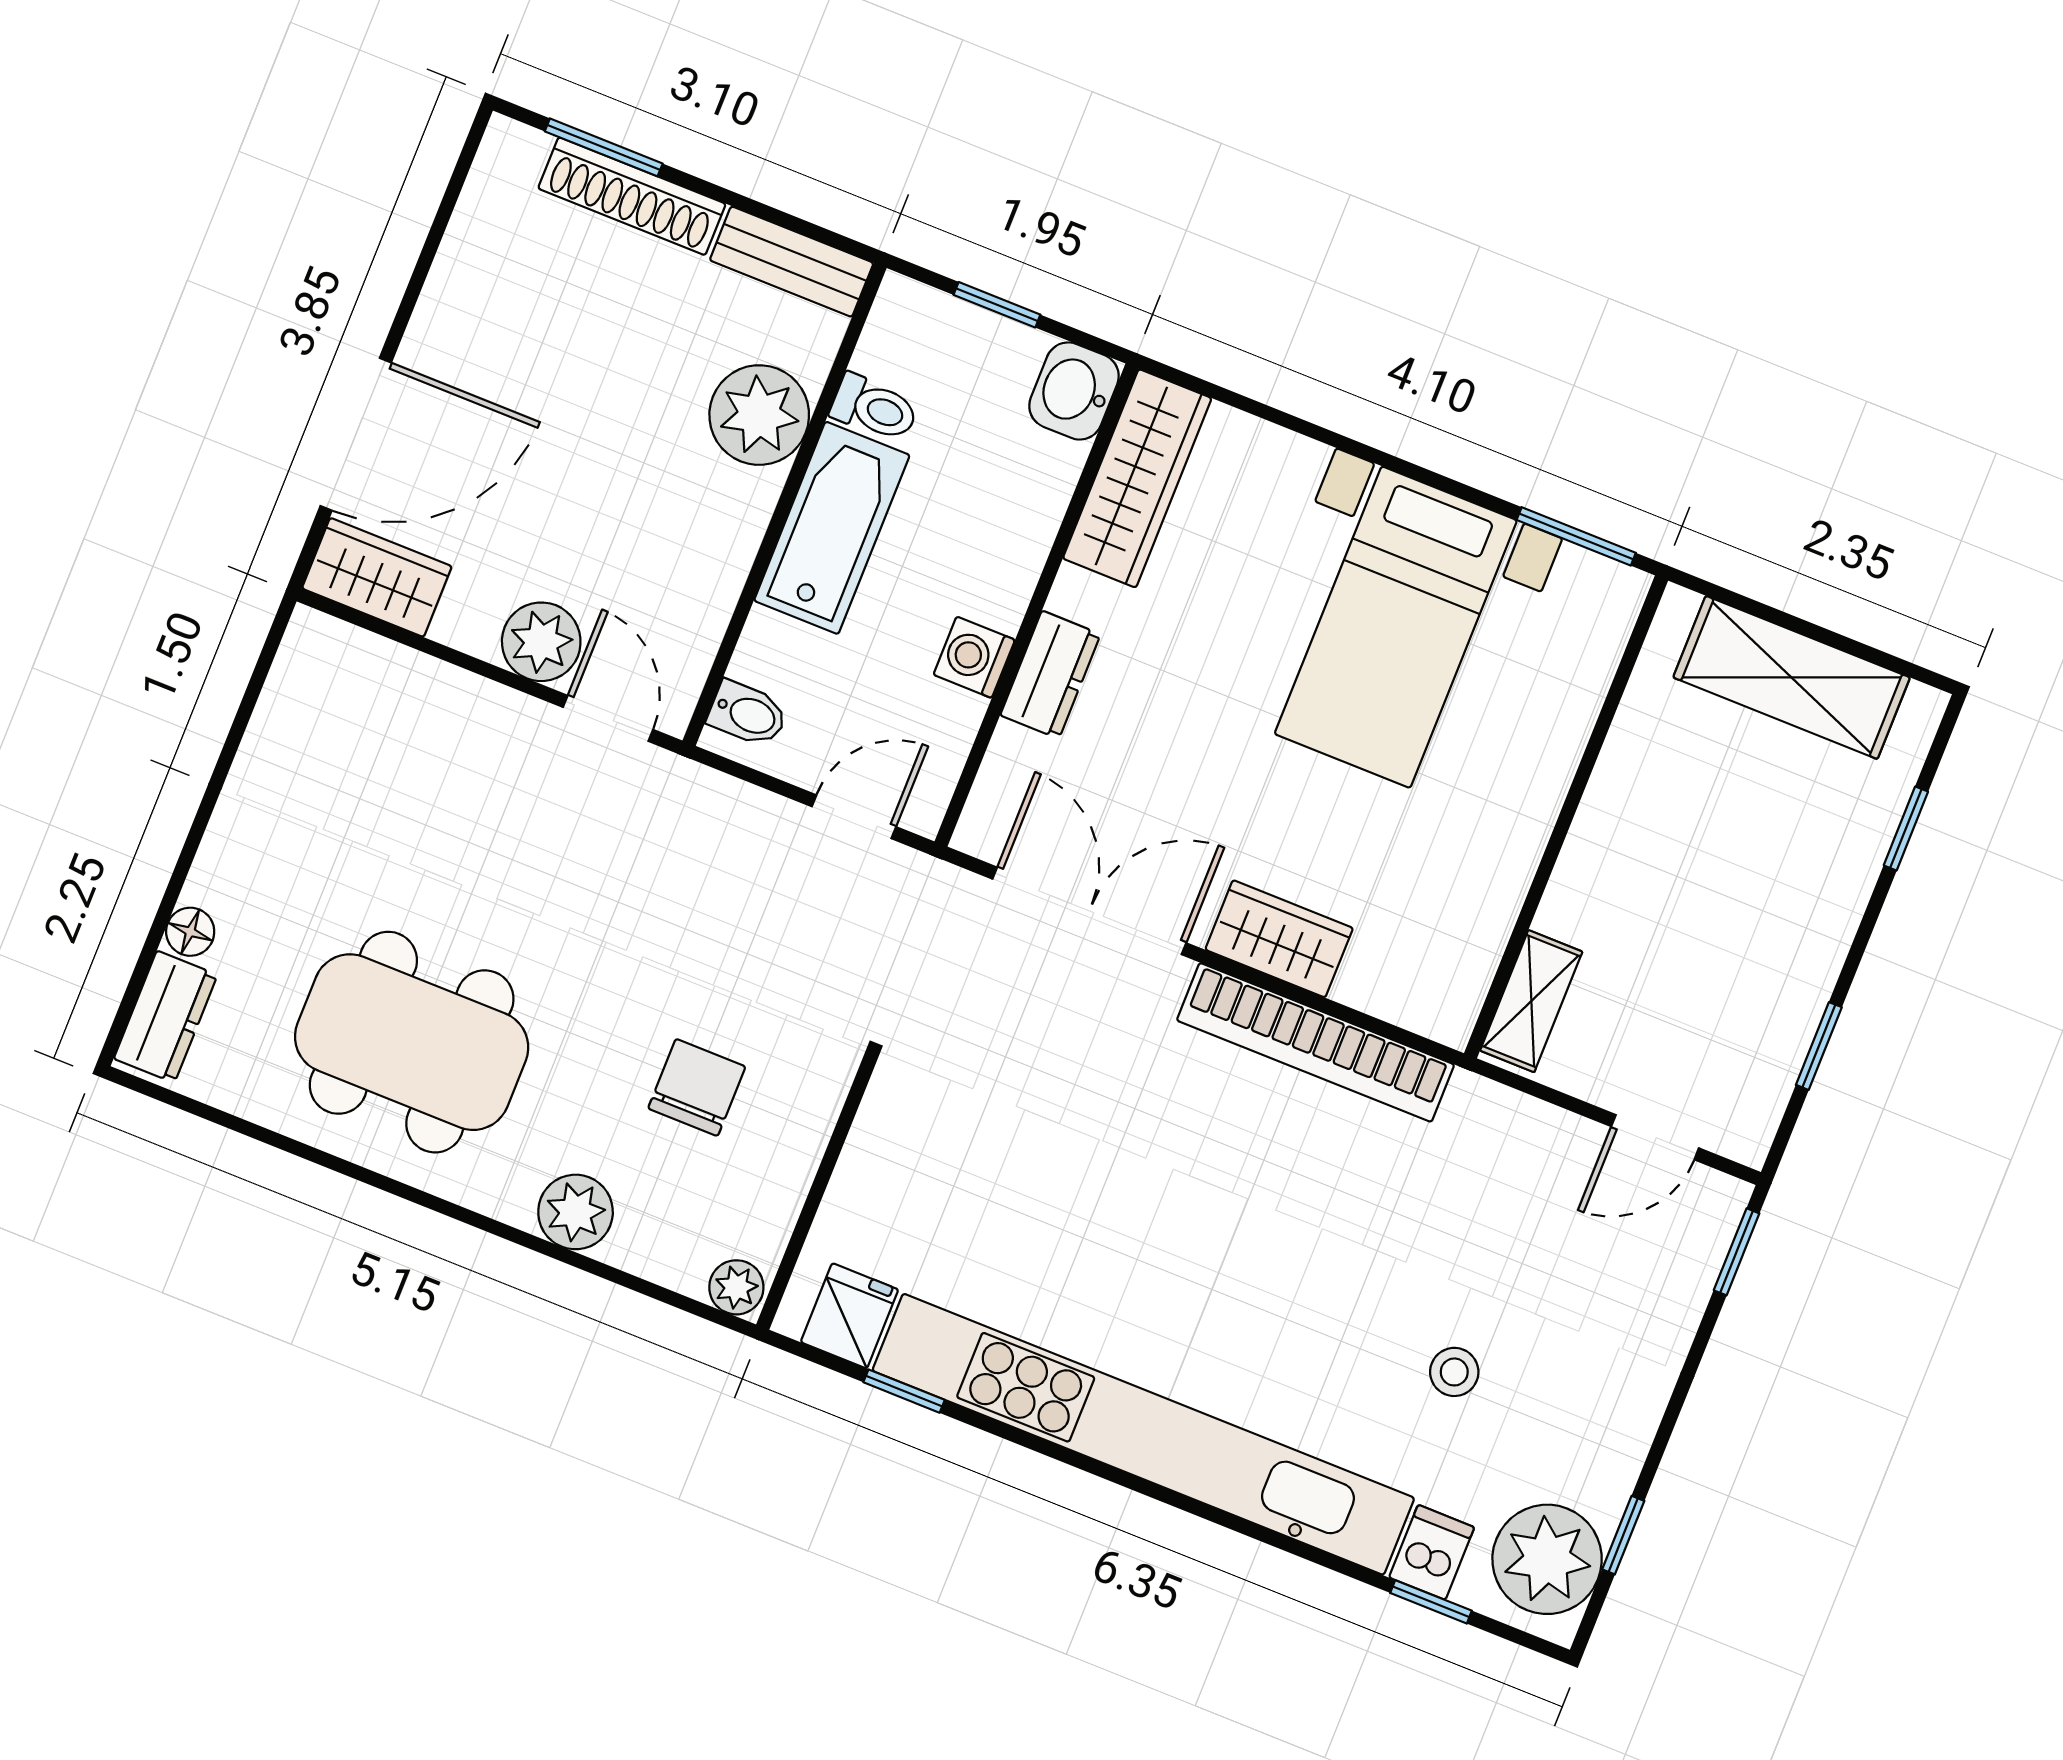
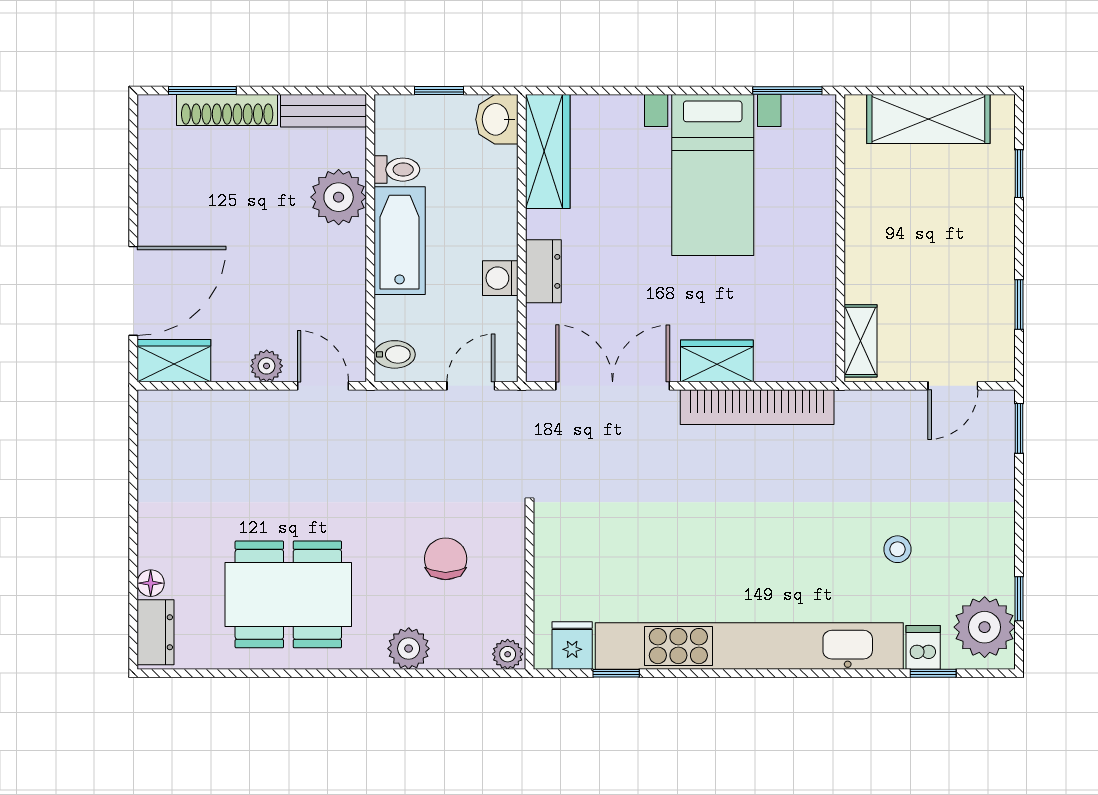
plant: (541, 642) -> (267, 366), width x0.73, depth x0.73

